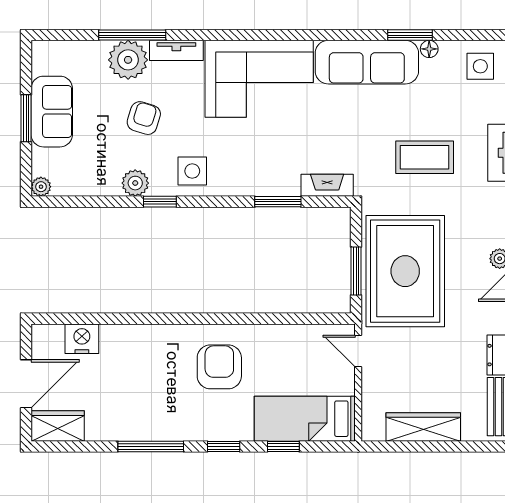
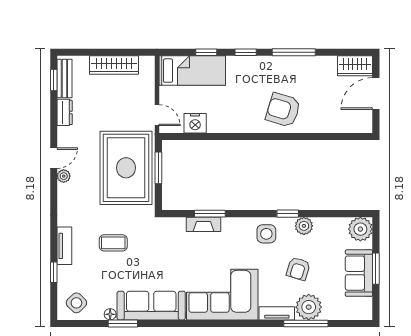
side table: (480, 66) -> (76, 303), turned 45
coffee table: (425, 157) -> (113, 243), width x0.73, depth x0.77
fireplace: (327, 185) -> (203, 224), moved
plant: (41, 187) -> (360, 229), width x1.87, depth x1.87
nightstand: (82, 339) -> (195, 123), moved
armchair: (219, 367) -> (283, 110), moved, turned 107

